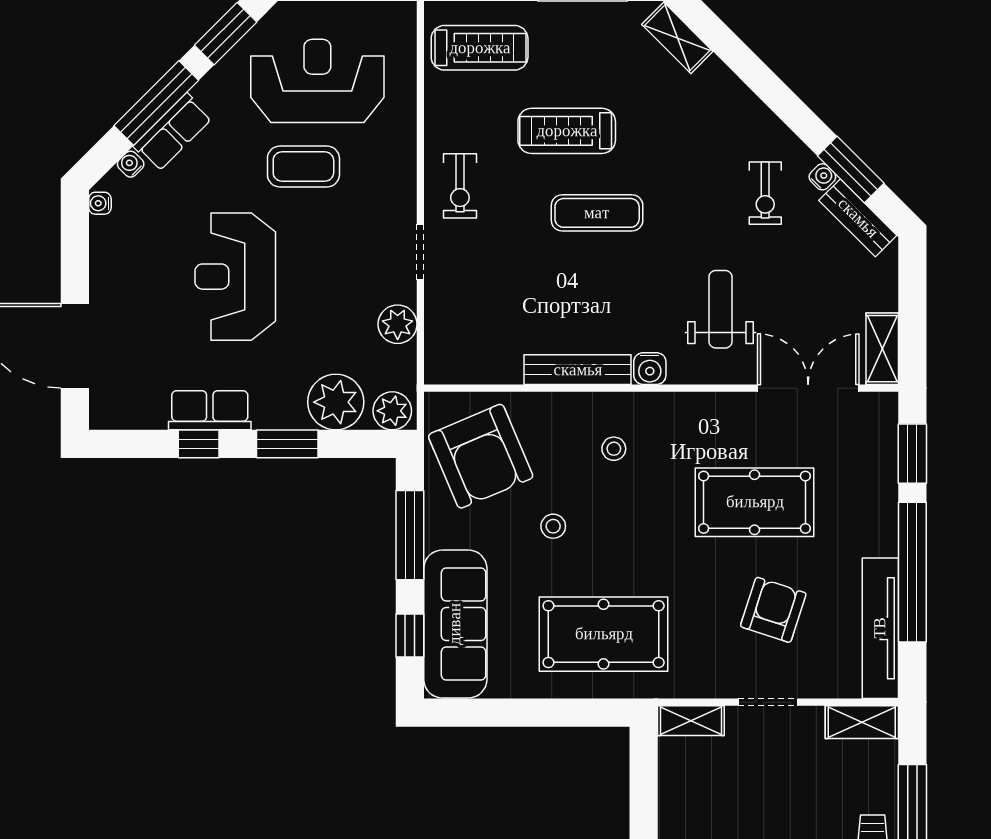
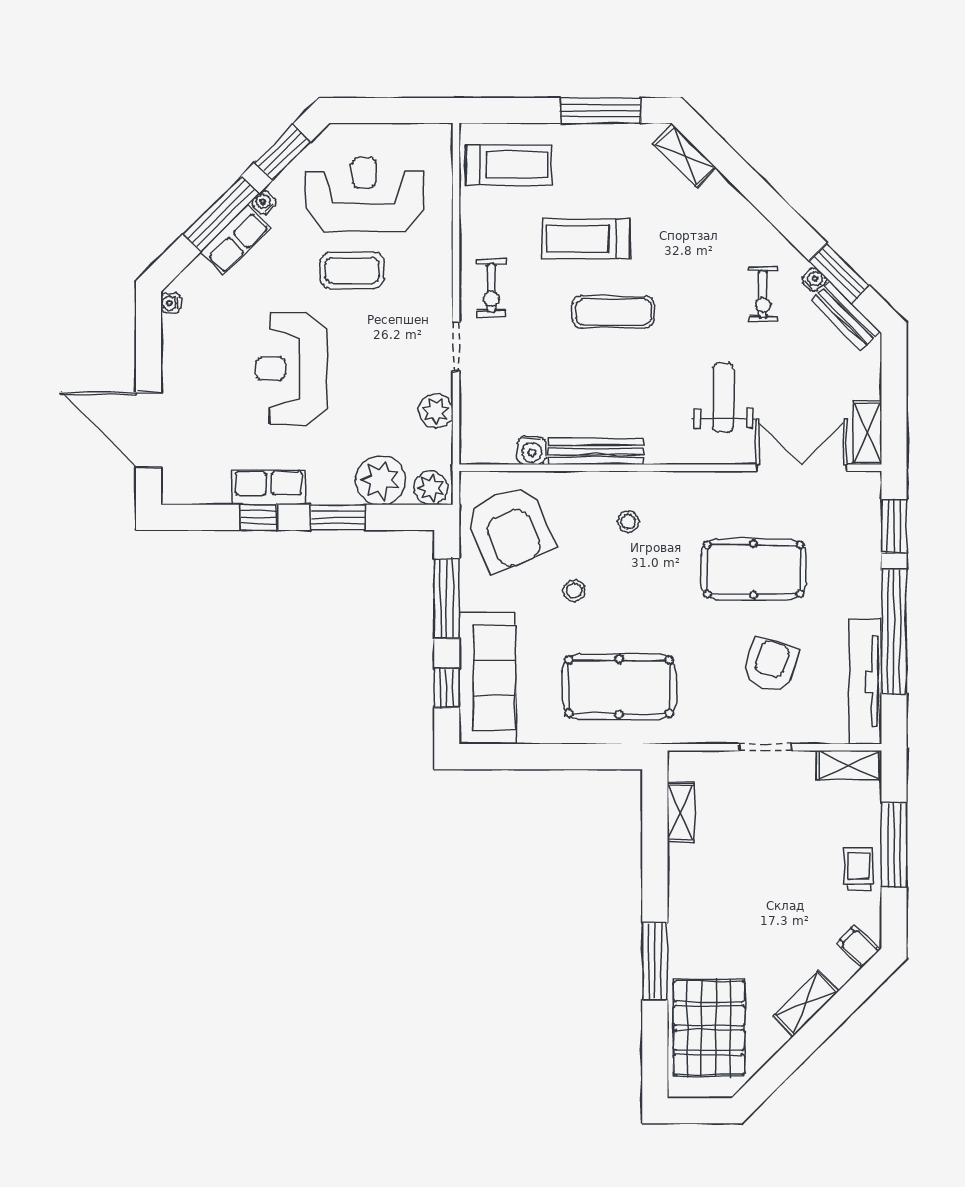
water cooler: (131, 164) -> (264, 203), moved
water cooler: (650, 369) -> (532, 450), moved
shelving: (691, 721) -> (681, 813), moved, turned 90

